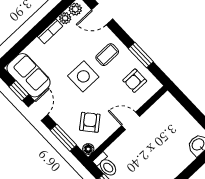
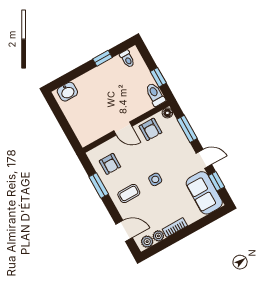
side table: (83, 76) -> (155, 179), width x0.54, depth x0.54
armchair: (135, 81) -> (110, 164), turned 90
door: (38, 111) -> (204, 159), swing flipped
armchair: (90, 122) -> (150, 129), moved, turned -50

